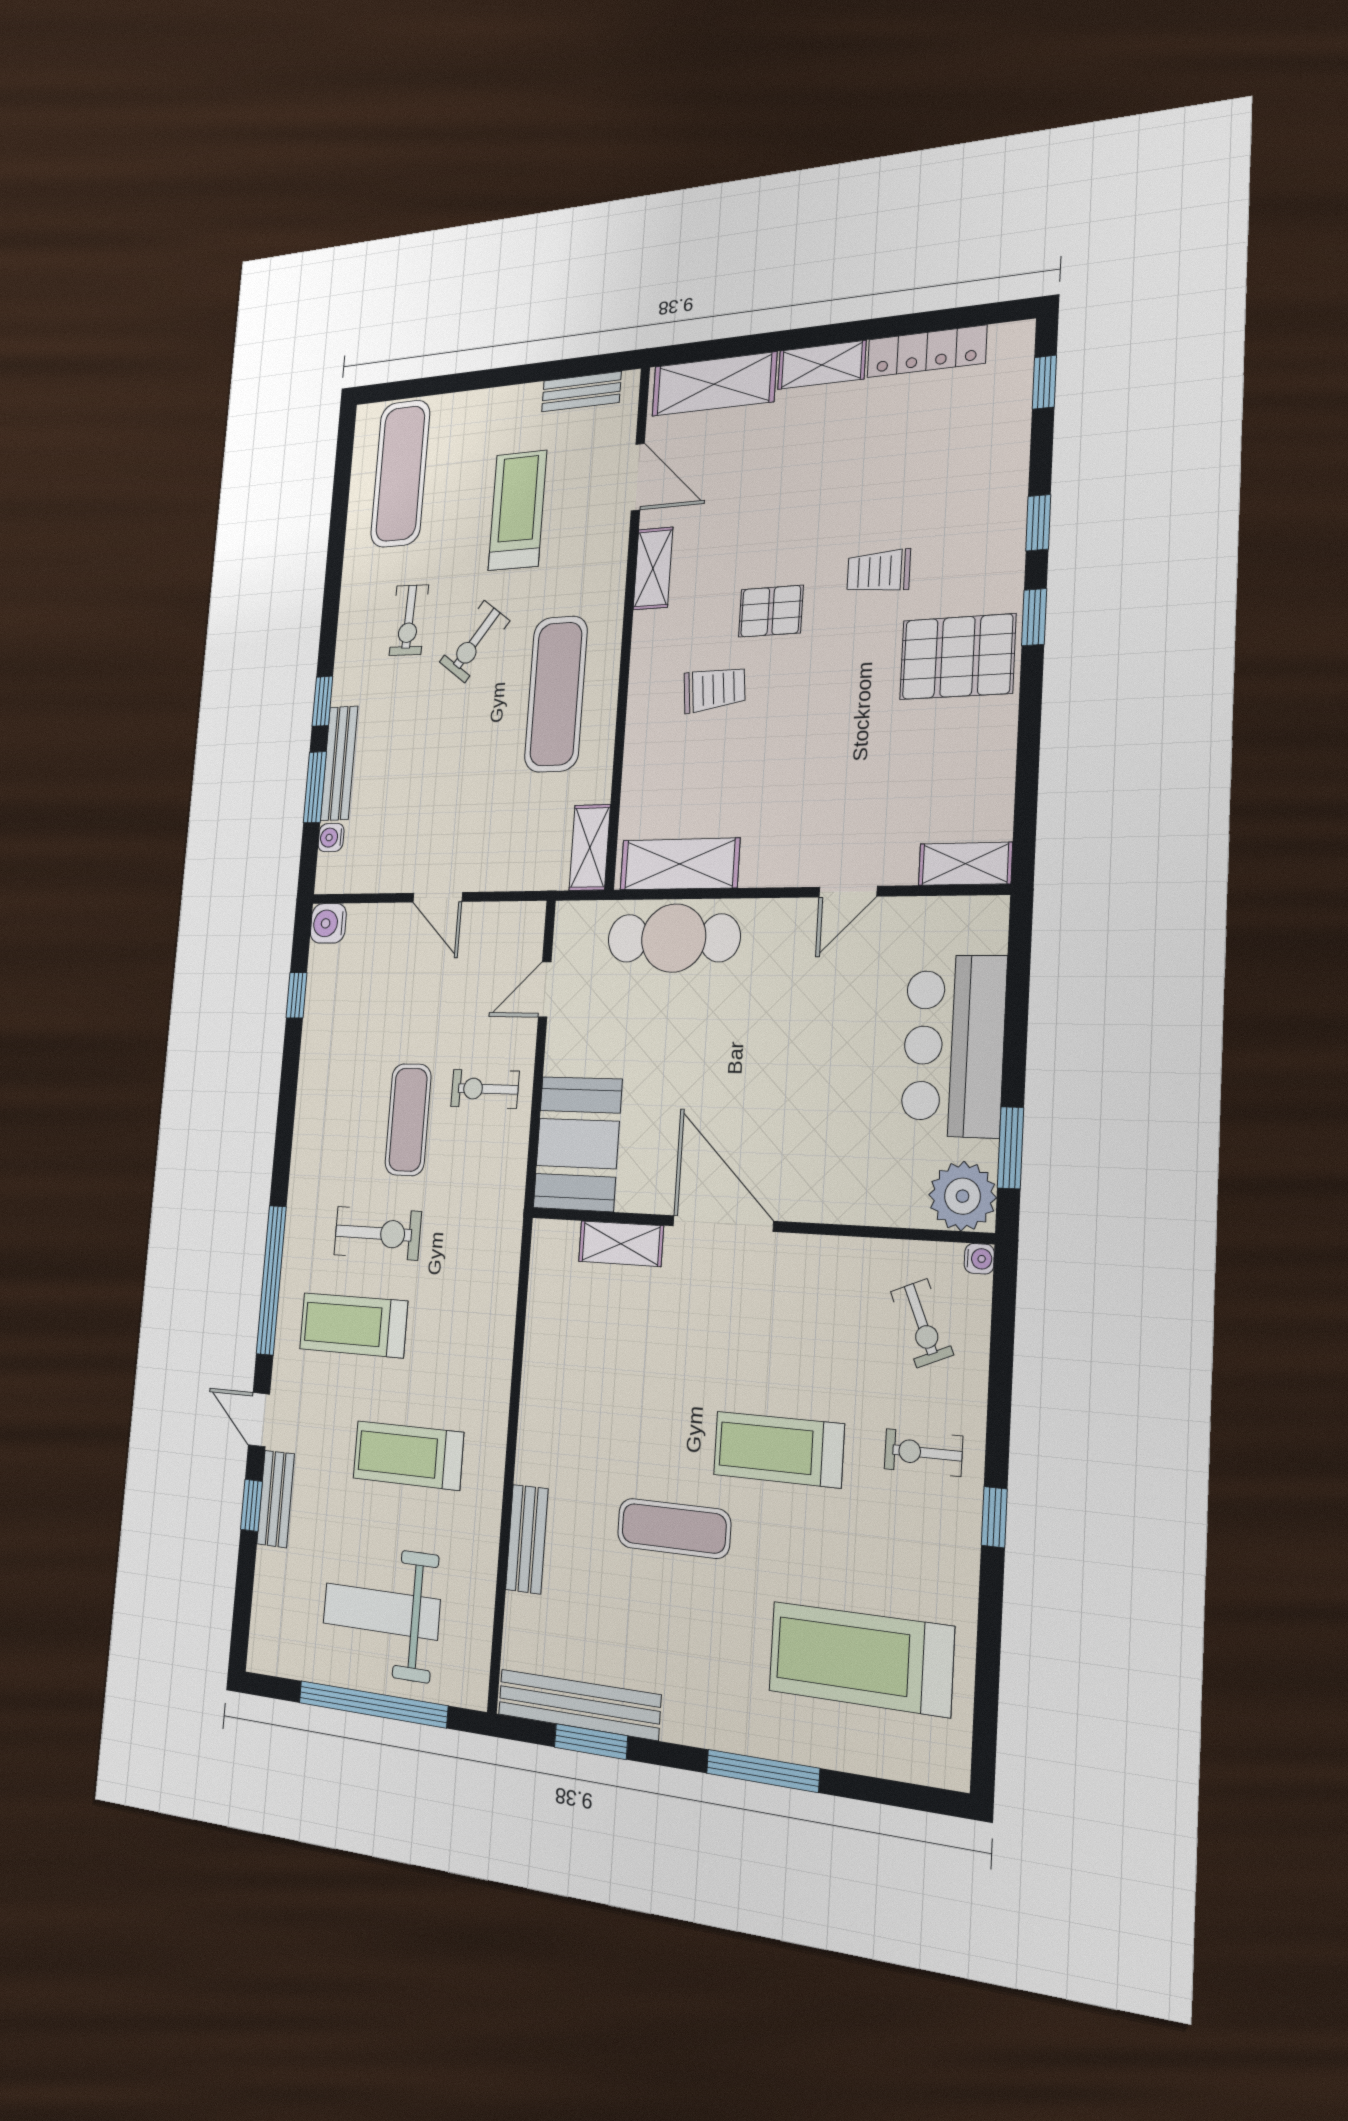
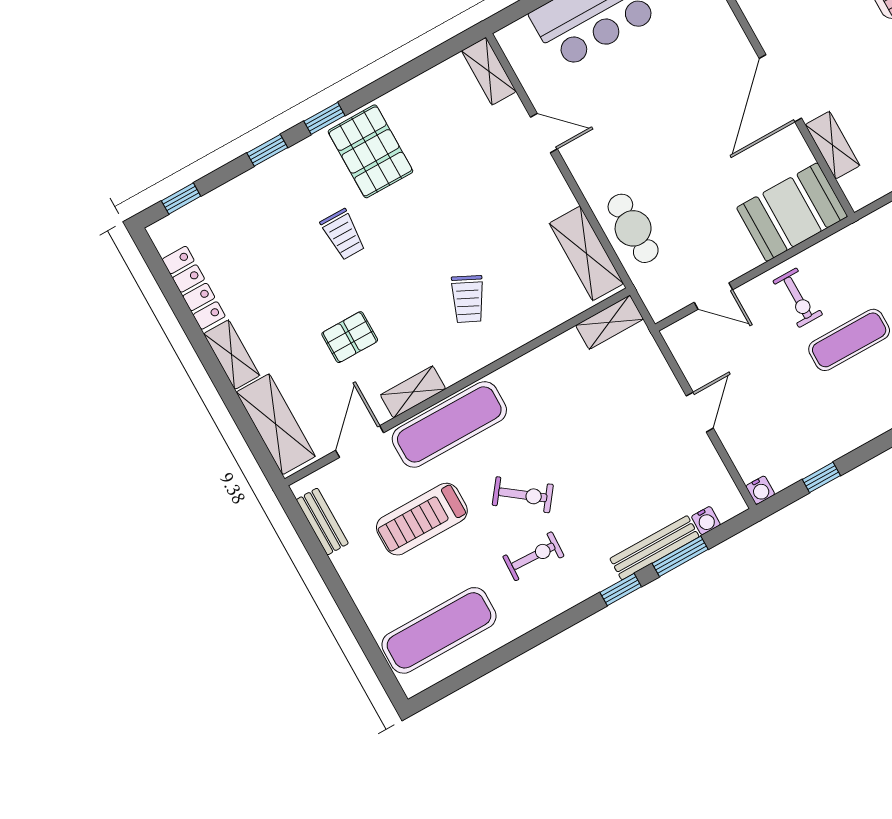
pallet: (771, 611) -> (350, 337), moved, turned 90
trolley: (714, 689) -> (468, 299), turned -149
exercise mat: (556, 694) -> (449, 424), moved
water cooler: (328, 923) -> (760, 490), width x0.72, depth x0.72
cafe table: (674, 938) -> (633, 228), width x0.73, depth x0.74

